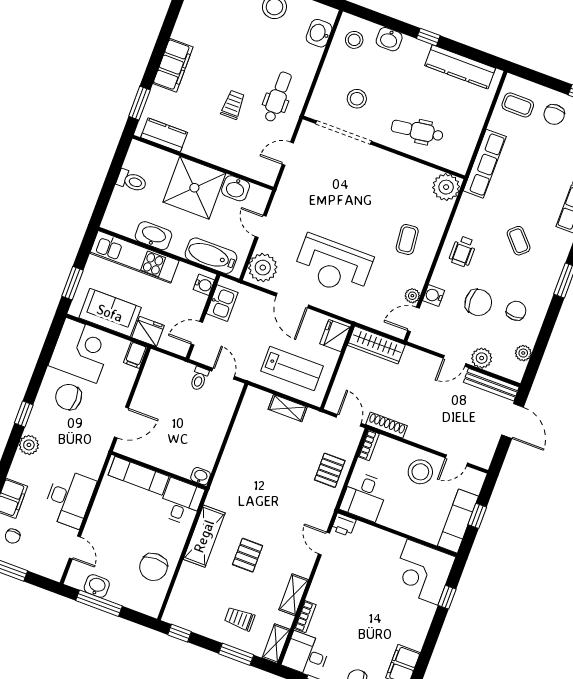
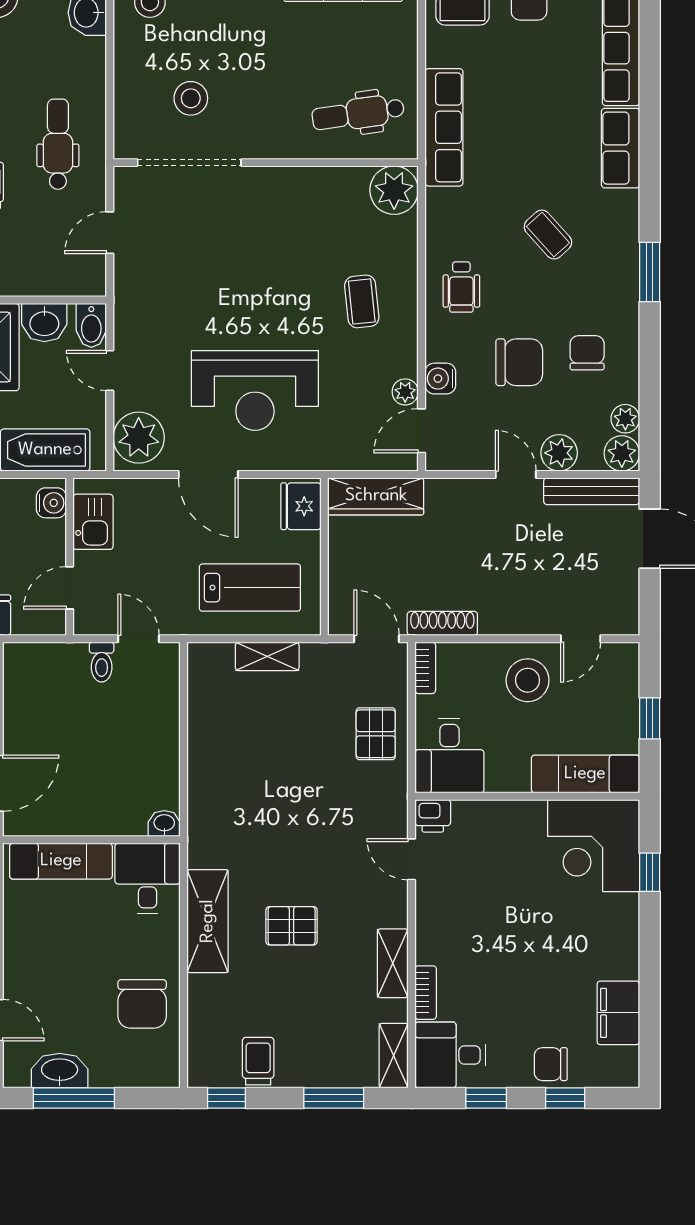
dental chair: (417, 131) -> (358, 113), moved
bidet: (260, 199) -> (91, 325), added
door: (454, 361) -> (516, 474), swing flipped
plant: (515, 371) -> (622, 453), added
exam couch: (458, 521) -> (585, 774), moved, turned 90
pallet: (248, 555) -> (292, 926), turned 90
washbasin: (97, 586) -> (60, 1071), width x1.38
trolley: (240, 619) -> (258, 1061), moved, turned 90

